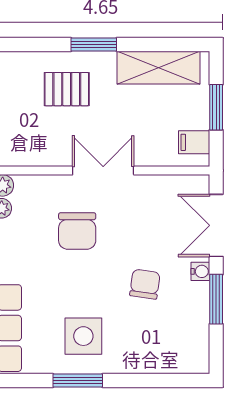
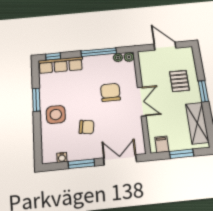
chair: (77, 231) -> (110, 92), turned 90
water cooler: (200, 271) -> (62, 157), moved
side table: (83, 336) -> (56, 115), moved

